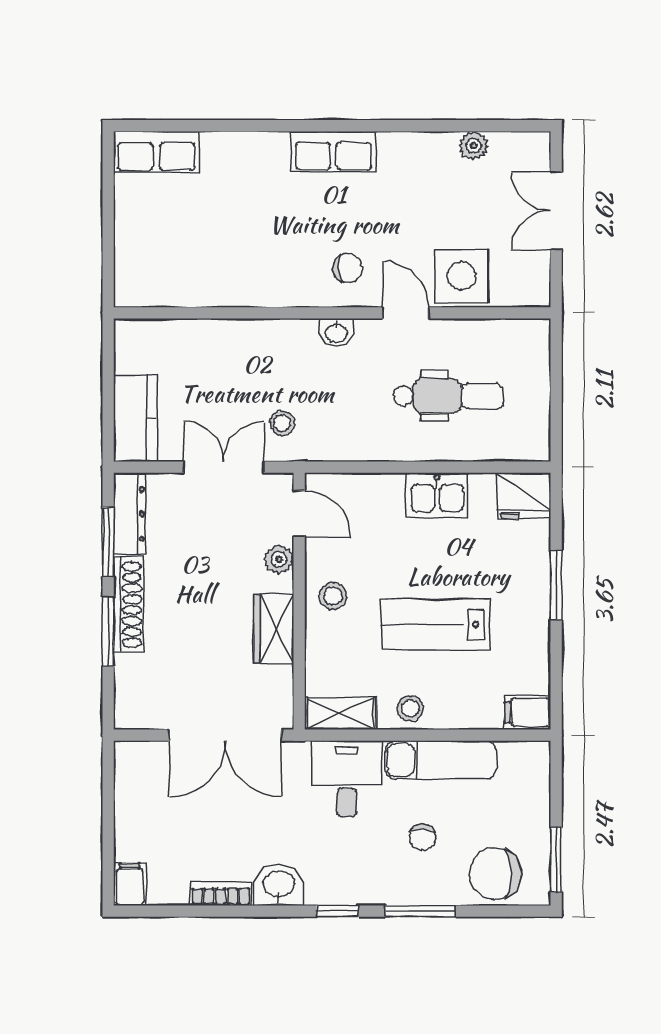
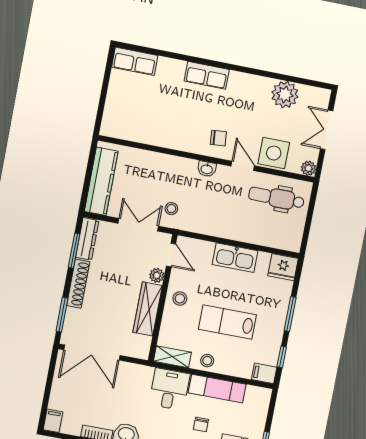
plant: (474, 146) -> (285, 95), width x1.87, depth x1.87
row of seats: (333, 151) -> (207, 75), moved
plant: (536, 292) -> (309, 168), added
dental chair: (448, 396) -> (276, 198), moved, turned 180
kitchen counter: (135, 418) -> (101, 181), width x1.50
kitchen sink: (437, 495) -> (235, 258), width x1.38
wardrobe: (274, 629) -> (148, 309), width x1.50
window: (108, 632) -> (62, 315), moved
window: (556, 673) -> (282, 357), added
double door: (225, 735) -> (92, 353), moved

